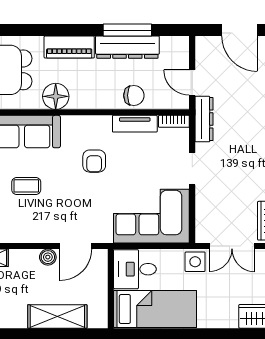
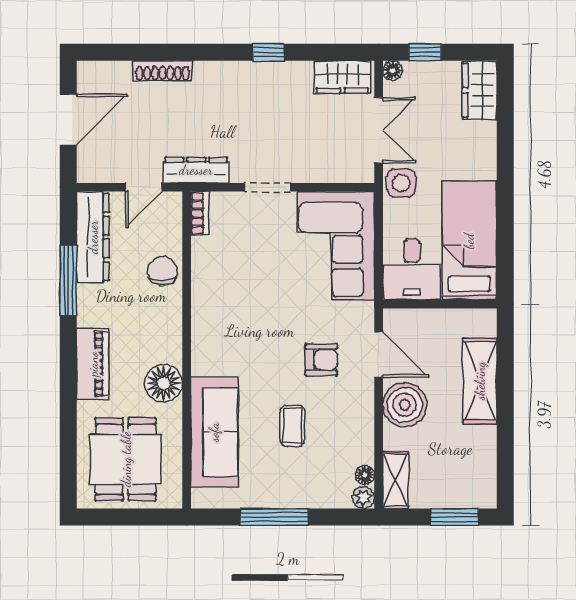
dresser: (127, 47) -> (93, 237), moved
tv unit: (135, 124) -> (203, 270), removed
armchair: (94, 161) -> (321, 360), moved
boiler: (48, 257) -> (405, 405), width x1.86, depth x1.86

